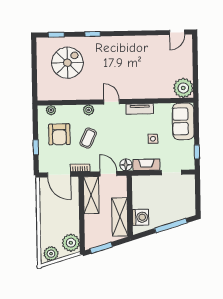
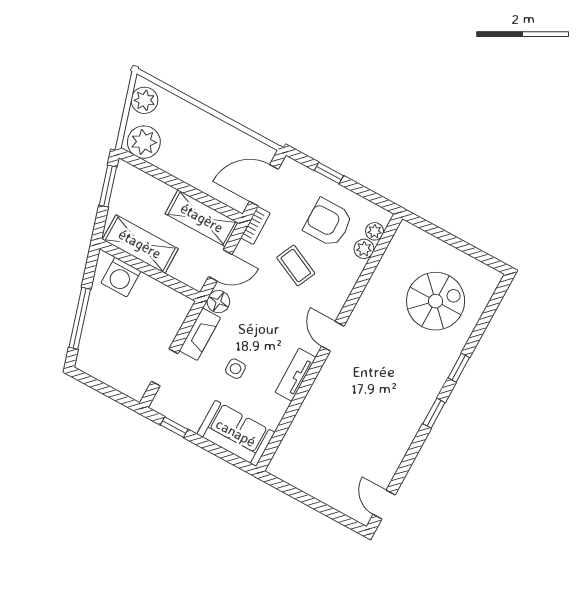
window: (56, 35) -> (434, 413), moved
spiral stairs: (67, 63) -> (436, 301), turned -90
plant: (183, 88) -> (289, 464), removed
door: (112, 102) -> (333, 336), swing flipped
plant: (89, 110) -> (364, 249), moved

